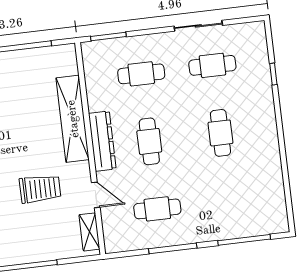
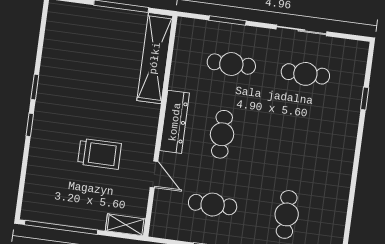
window: (108, 37) -> (228, 20), moved
shelving: (73, 119) -> (155, 58), moved
cafe table: (220, 133) -> (287, 214), moved
shelving: (89, 232) -> (126, 225), moved, turned 90

